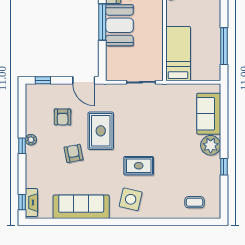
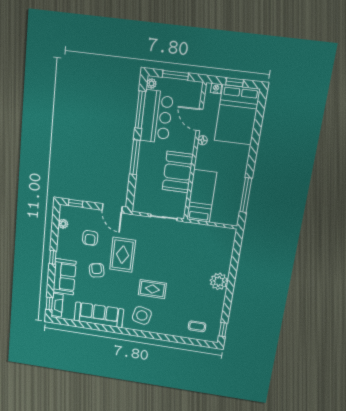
booth: (119, 25) -> (178, 172), moved
sofa: (209, 114) -> (64, 277), moved, turned 180
plant: (31, 140) -> (63, 224), moved
window: (224, 167) -> (223, 330), moved

